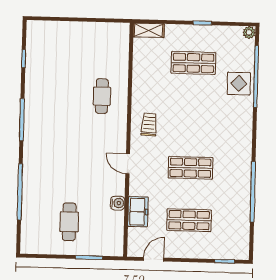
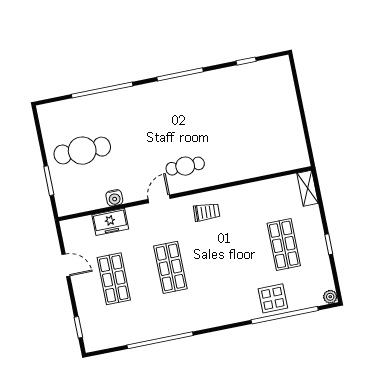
cafe table: (102, 96) -> (185, 166), moved
cafe table: (69, 222) -> (82, 151), width x1.37, depth x1.35
door: (154, 259) -> (66, 265), moved

